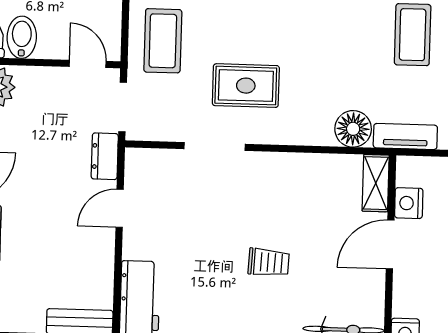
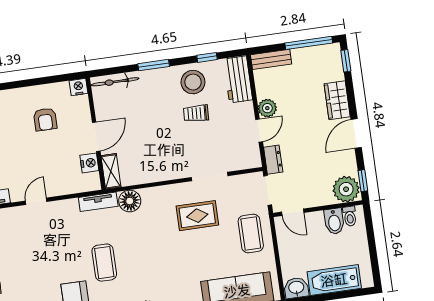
plant: (100, 243) -> (267, 108), added
trolley: (269, 262) -> (196, 113), moved
stool: (215, 307) -> (193, 82), added

